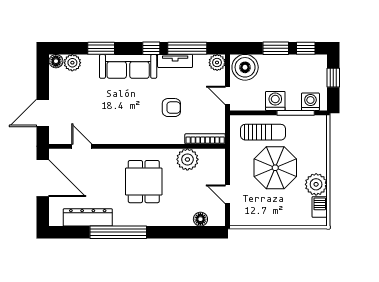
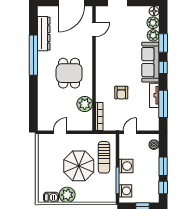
window: (151, 48) -> (163, 67), moved
plant: (217, 63) -> (153, 35), moved
boiler: (245, 67) -> (154, 145), width x0.54, depth x0.54
dining table: (144, 182) -> (69, 73), turned 90
floor lamp: (200, 219) -> (43, 113), removed

